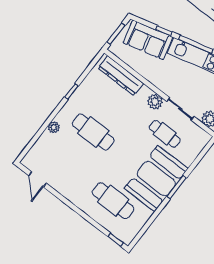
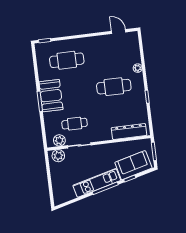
plant: (155, 102) -> (59, 140), moved
booth: (156, 179) -> (51, 96), width x0.73, depth x0.70

